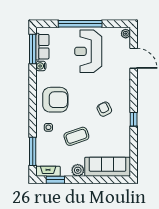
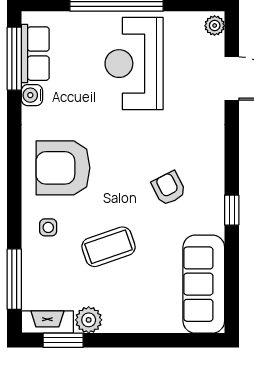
armchair: (55, 100) -> (63, 168), turned 180
sofa: (108, 167) -> (204, 284), moved, turned -90
plant: (78, 170) -> (89, 320), moved

